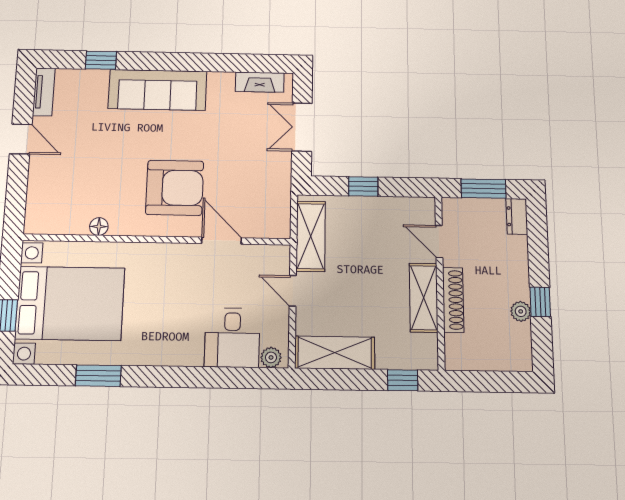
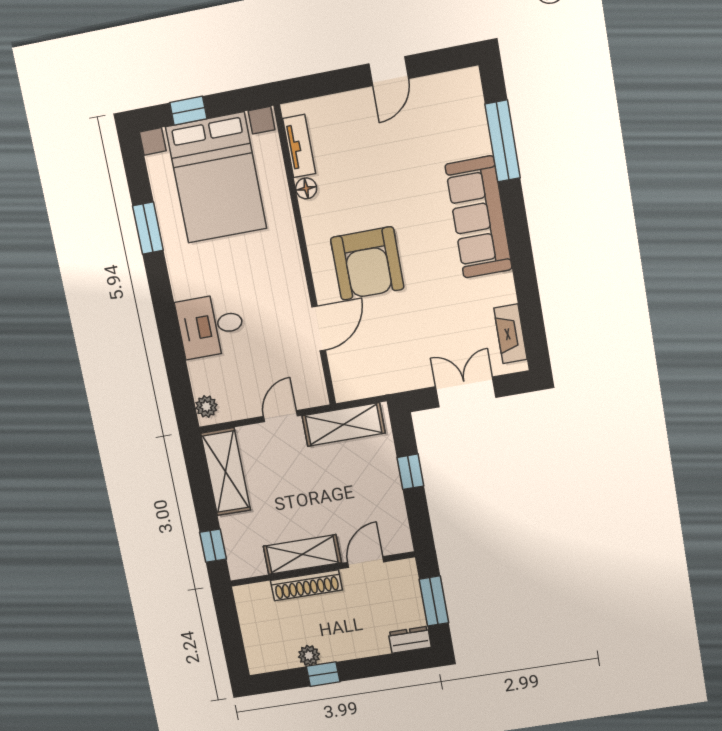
window: (101, 60) -> (503, 141), width x2.17
tv unit: (44, 92) -> (299, 146), moved, turned -90
desk: (232, 338) -> (211, 326), moved

